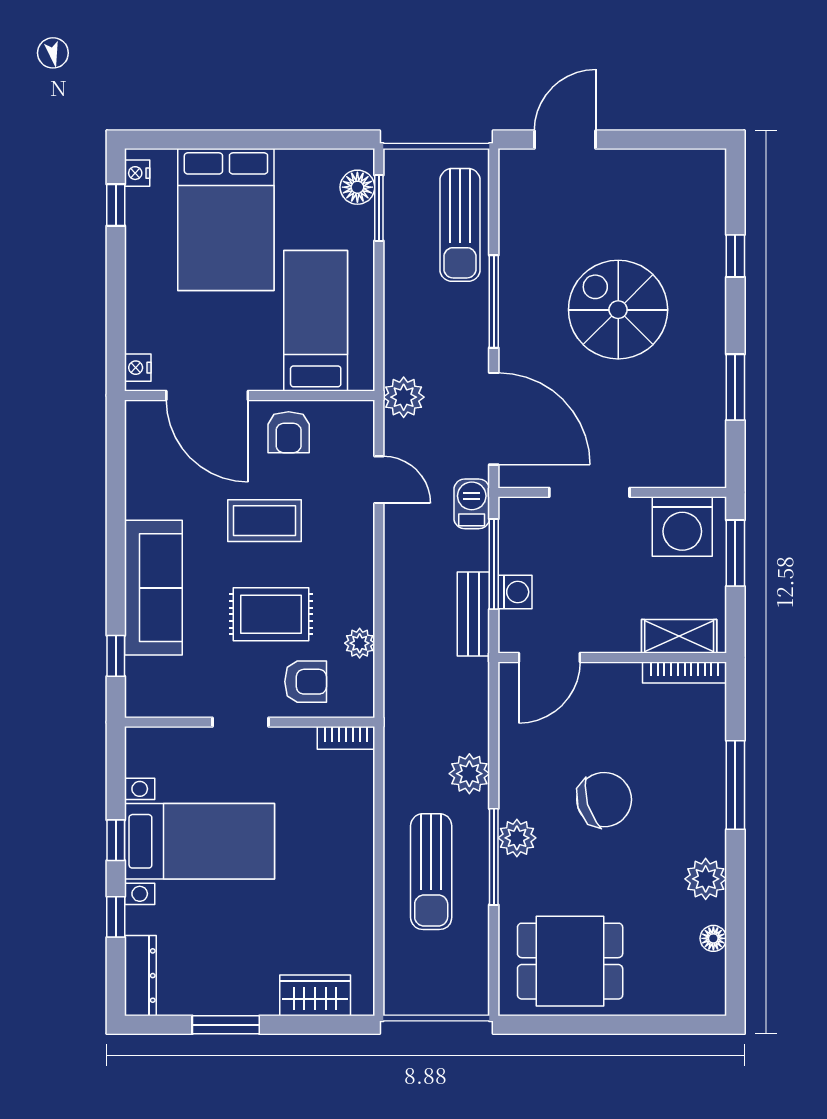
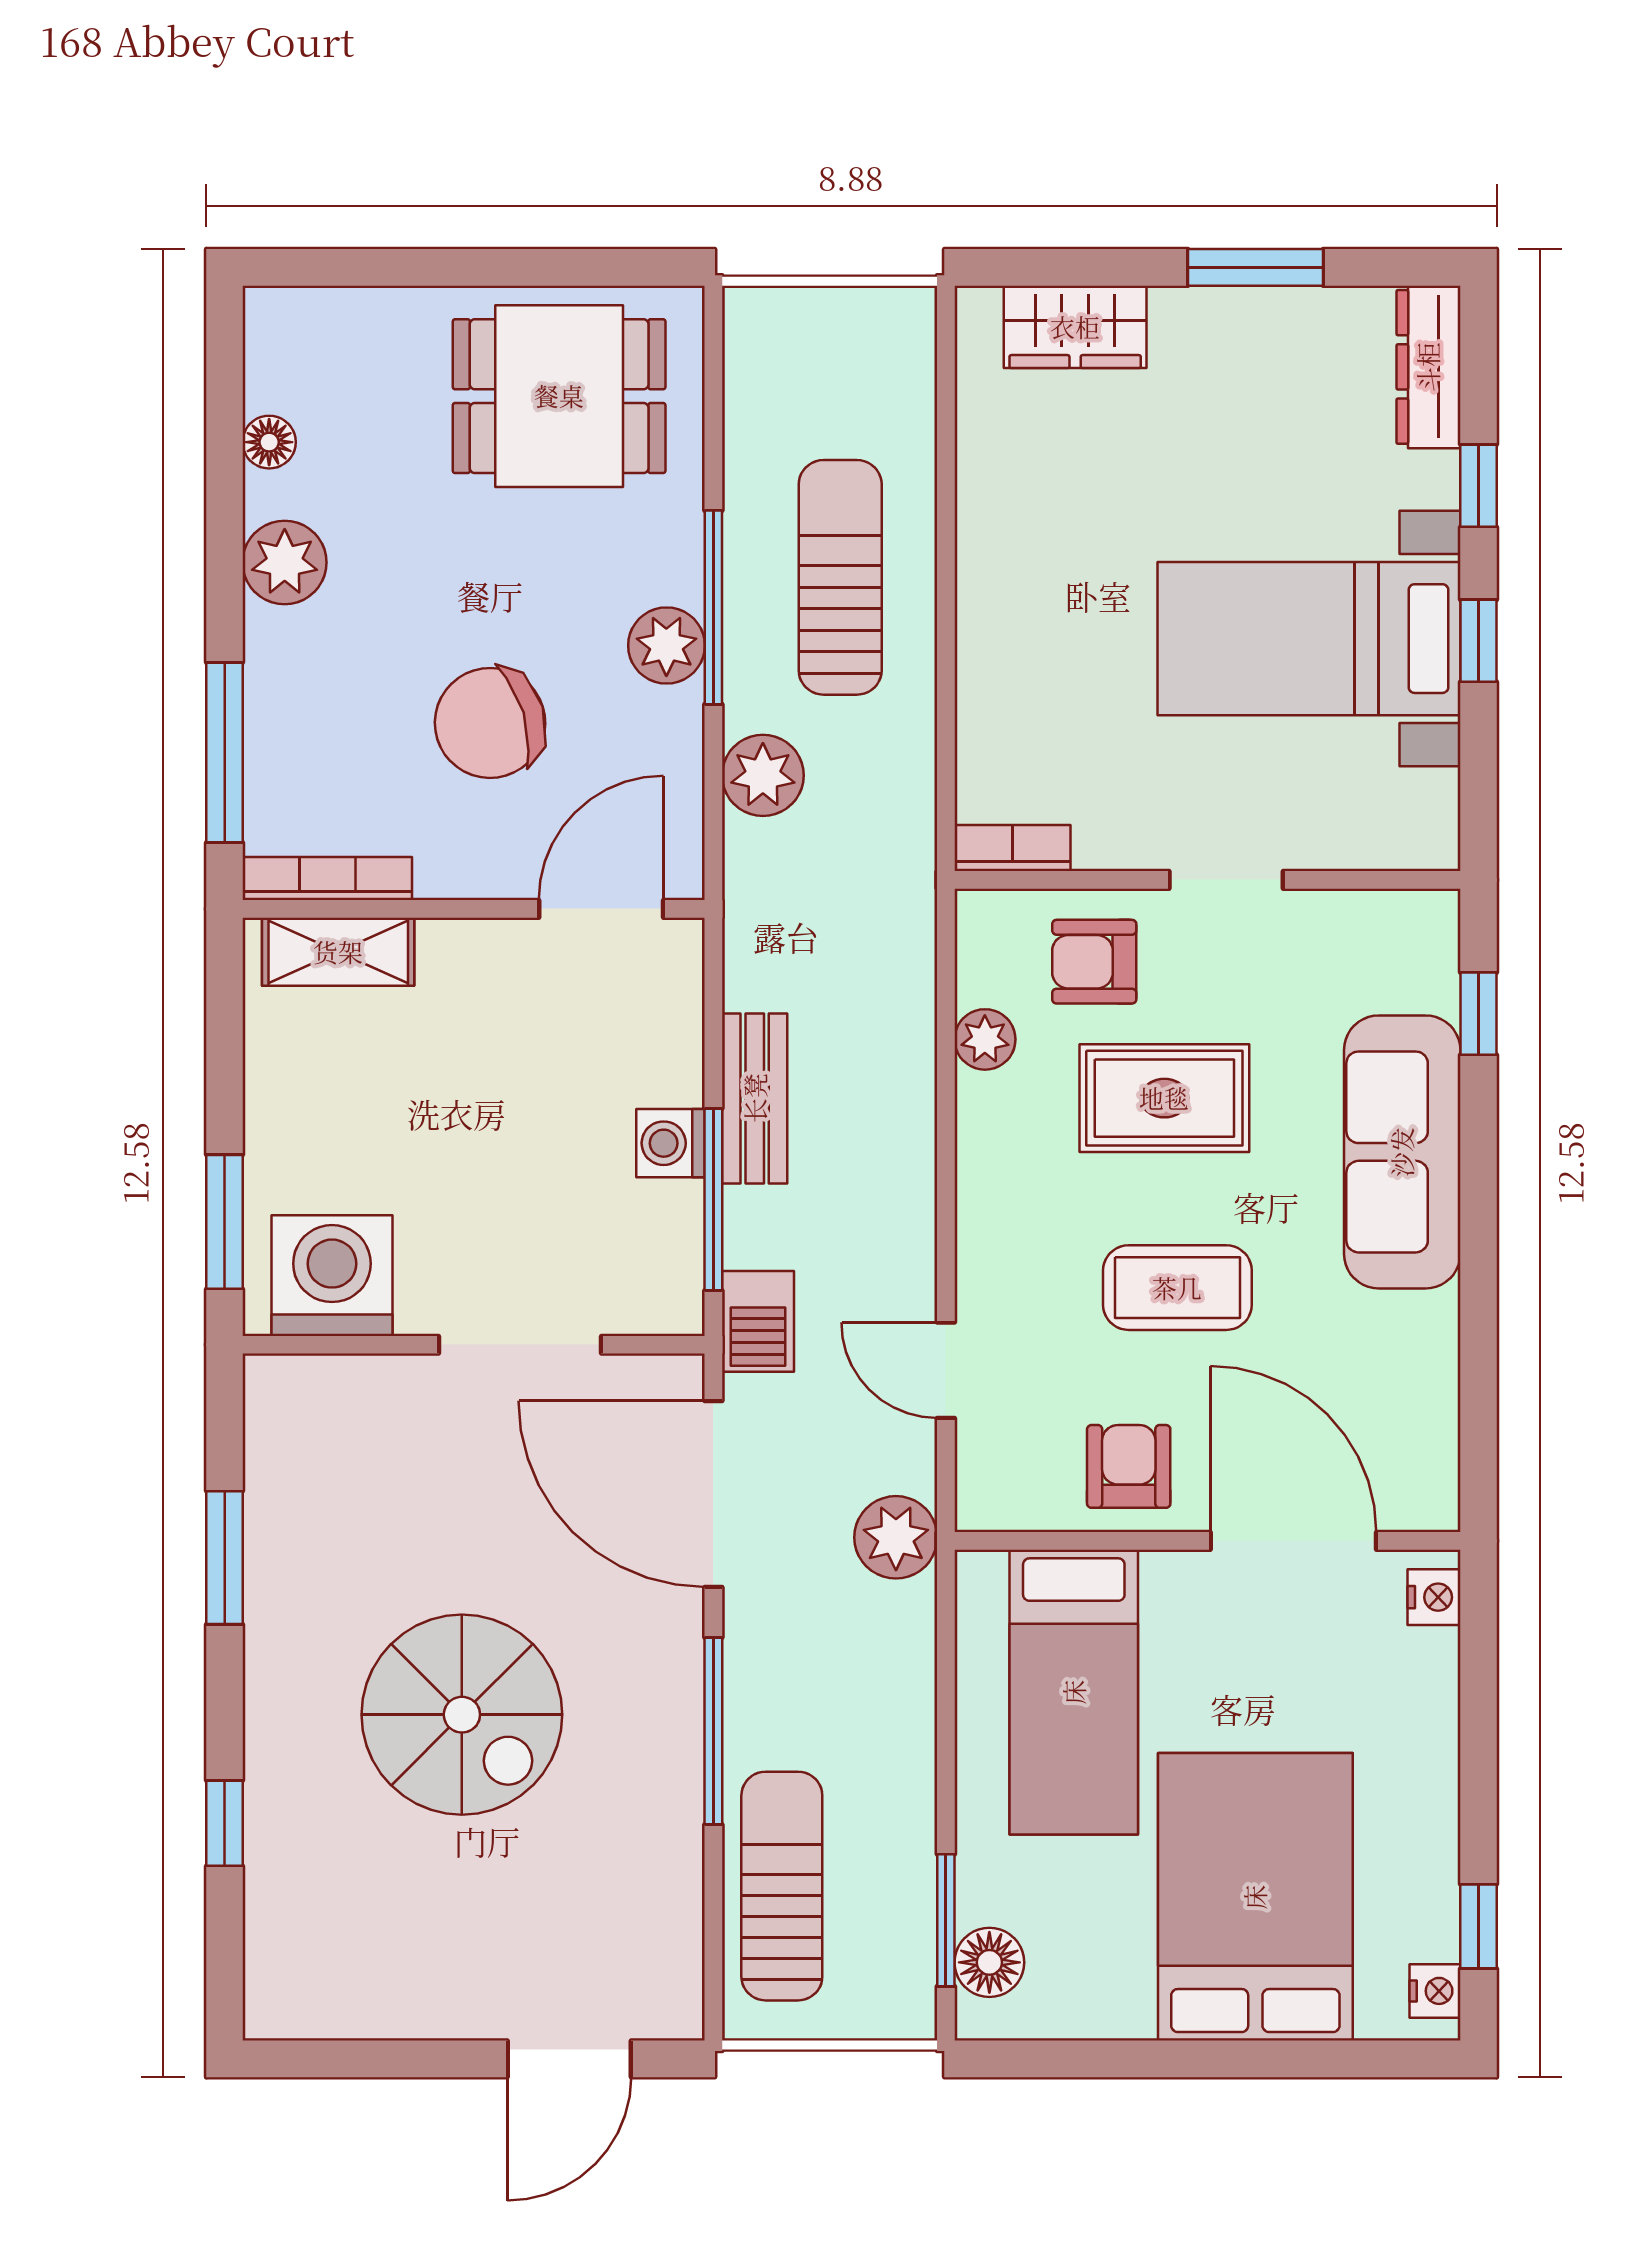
shelving: (679, 636) -> (338, 952), moved
door: (549, 658) -> (601, 909), moved
wall: (612, 658) -> (474, 909), moved
bookcase: (685, 673) -> (327, 878), moved

